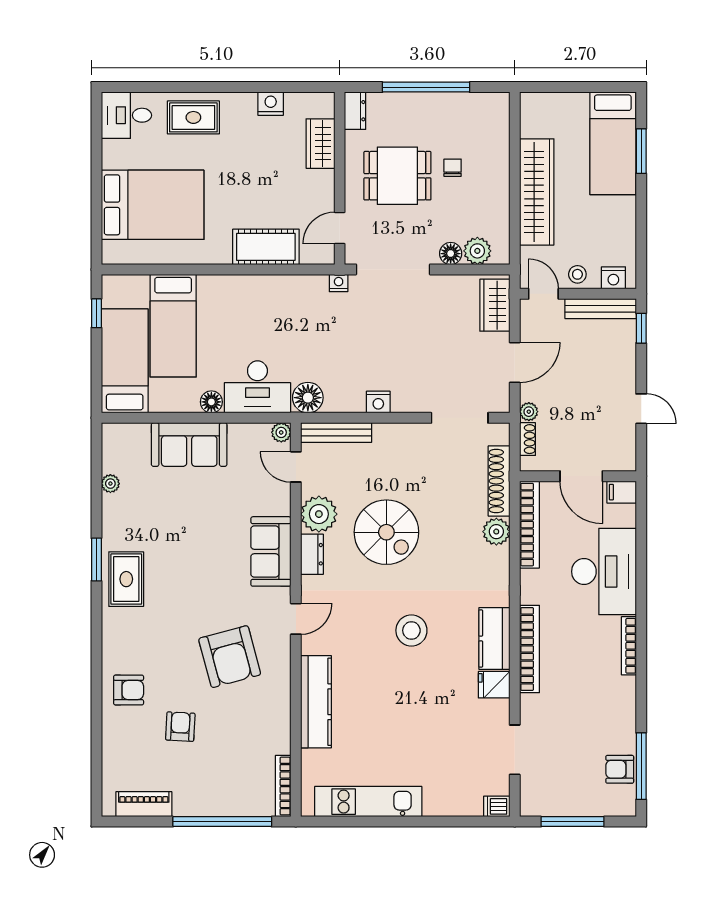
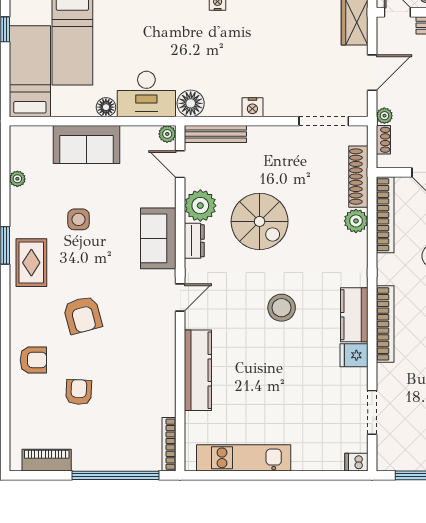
side table: (180, 530) -> (79, 219), added
armchair: (230, 657) -> (83, 315), moved, width x0.73, depth x0.73

